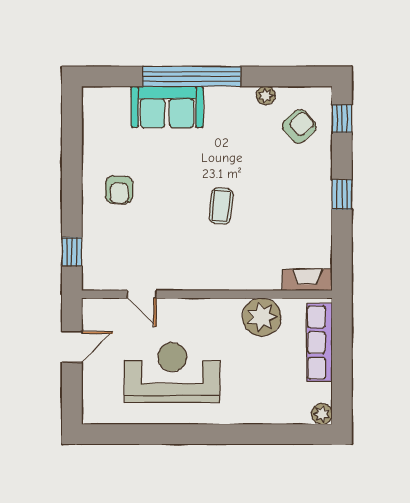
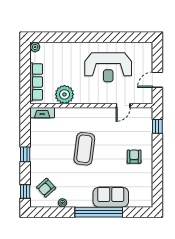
coffee table: (221, 206) -> (84, 149), width x1.86, depth x1.72
door: (142, 294) -> (123, 106), swing flipped

